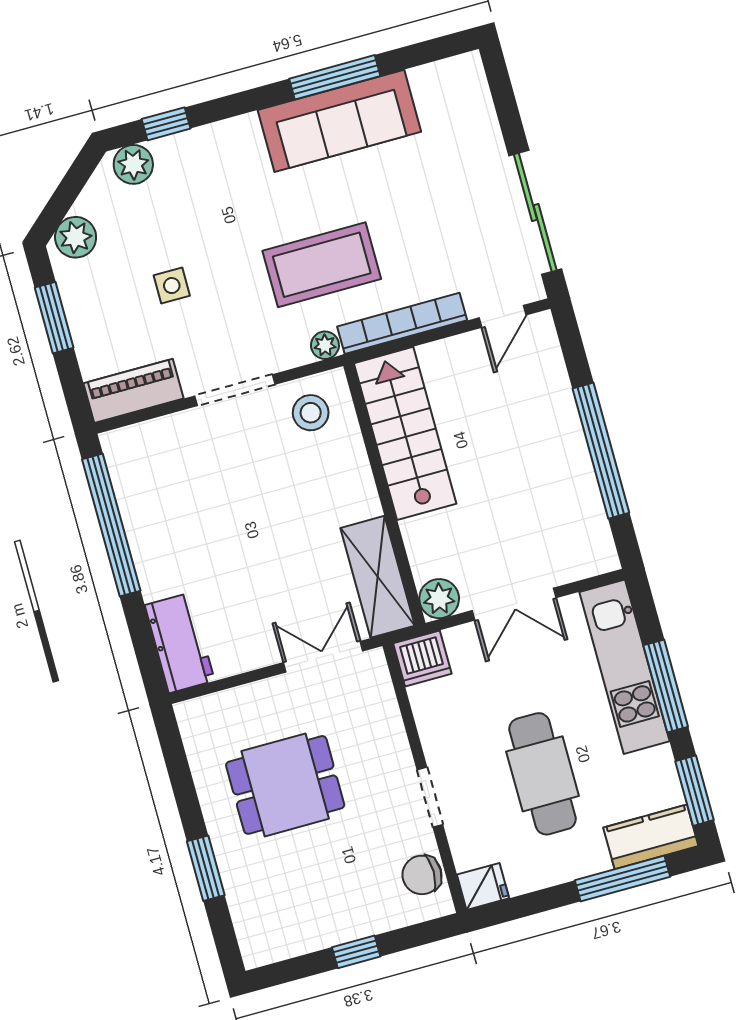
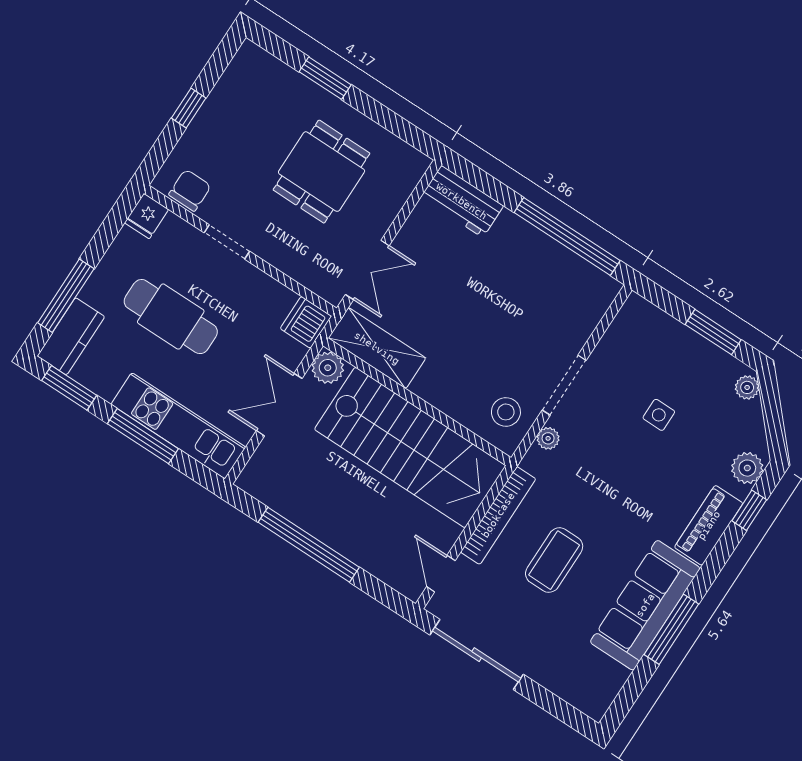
plant: (76, 237) -> (747, 387), width x0.73, depth x0.73
coffee table: (322, 265) -> (554, 560), moved, width x0.73, depth x0.76
plant: (325, 345) -> (548, 438), moved
piano: (134, 391) -> (709, 525), moved, turned 180
stairs: (405, 433) -> (410, 447), width x1.36, depth x1.51

